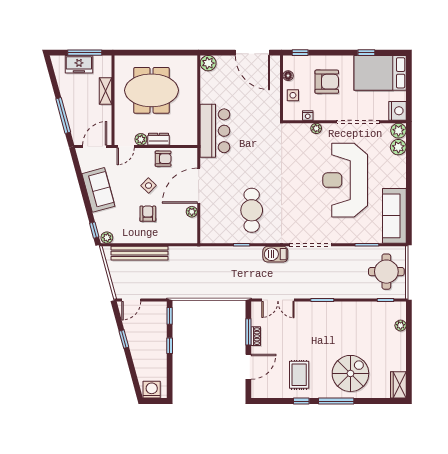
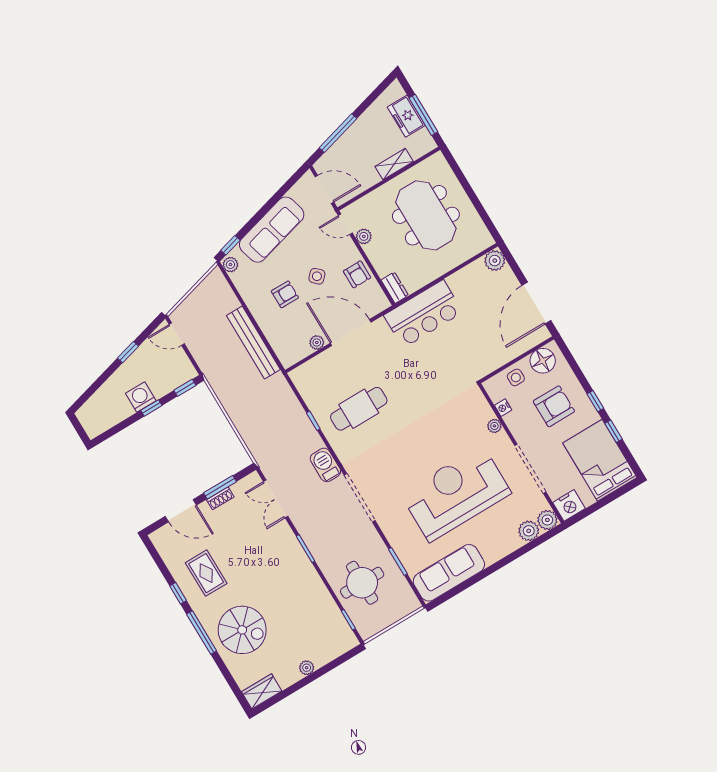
window: (300, 53) -> (595, 401), moved
floor lamp: (288, 76) -> (543, 361), width x1.89, depth x1.89
armchair: (327, 82) -> (554, 406), turned -90
dresser: (158, 139) -> (395, 288), moved
sofa: (98, 190) -> (272, 230), width x1.36
bench: (140, 253) -> (253, 343), moved
round table: (386, 272) -> (362, 583), moved
plant: (401, 325) -> (307, 668), moved
rug: (299, 375) -> (206, 573), turned 90
washing machine: (152, 390) -> (141, 397), moved, turned -90

